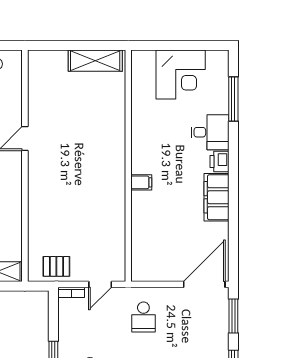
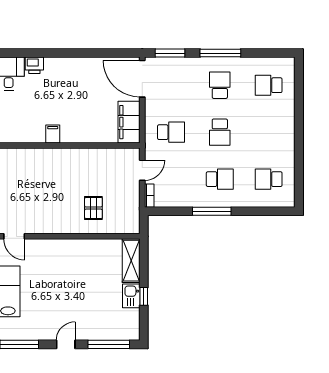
filing cabinet: (217, 197) -> (129, 122), moved, turned 90
pallet: (56, 266) -> (93, 208), moved
door: (100, 284) -> (142, 170), hinge flipped

